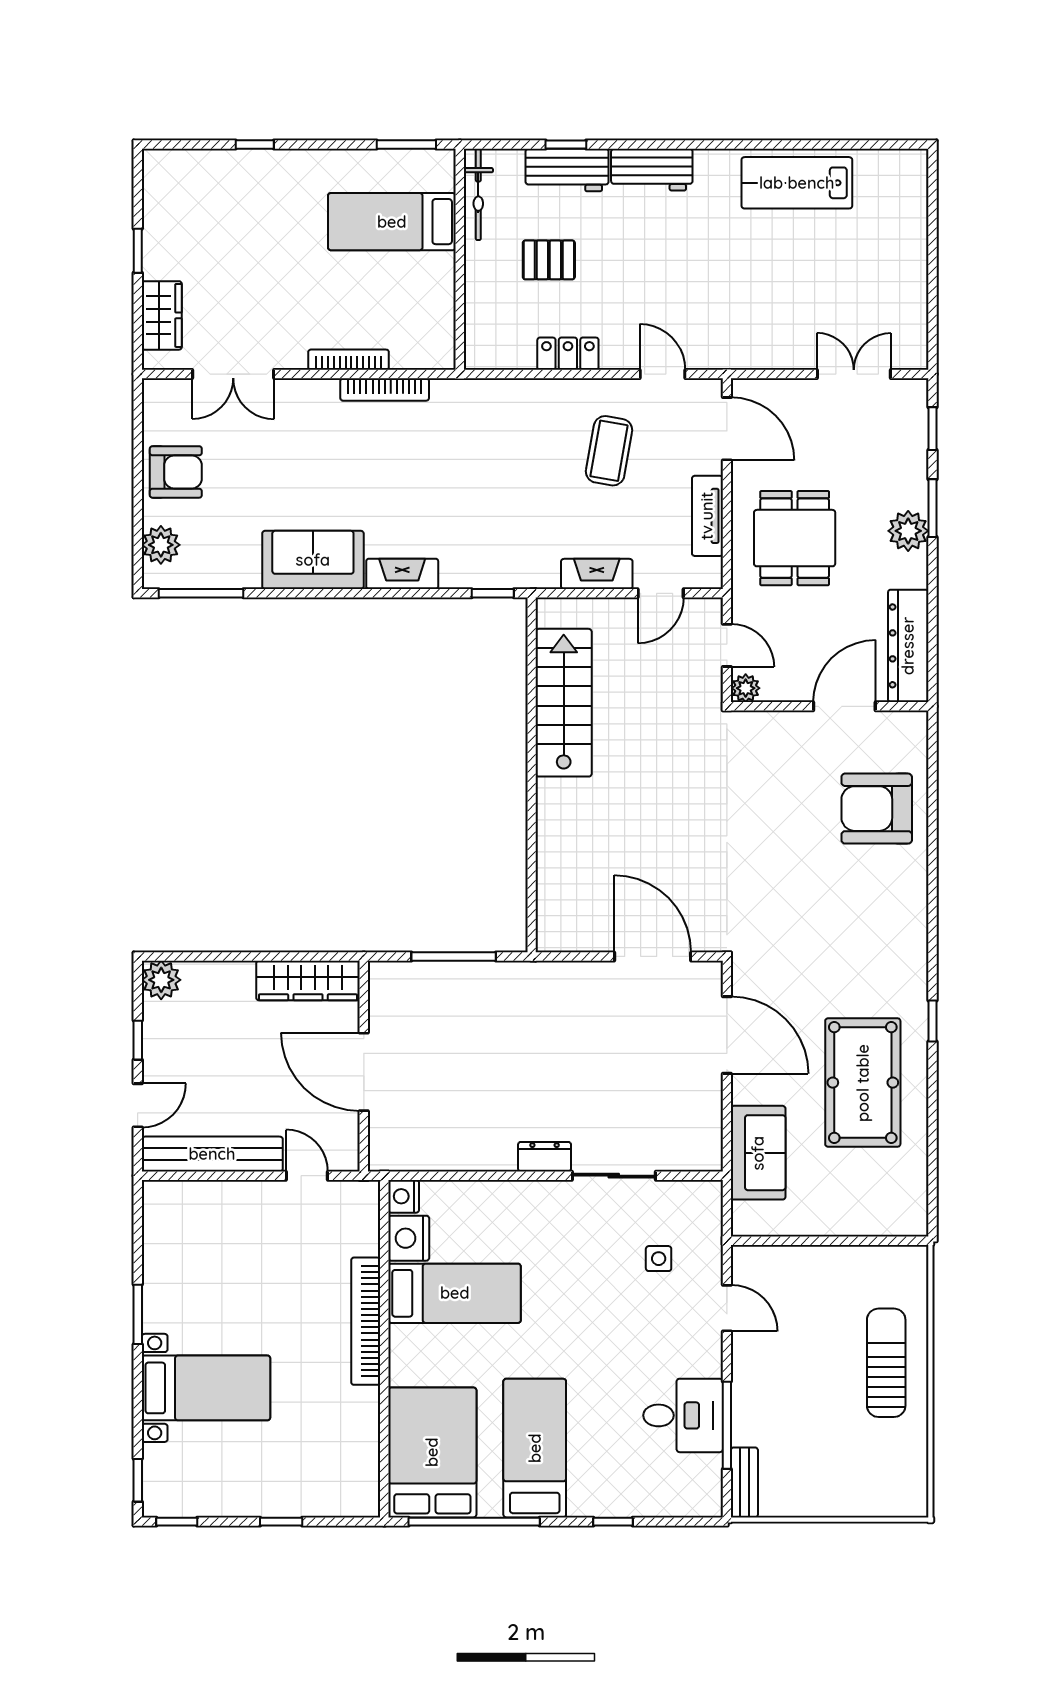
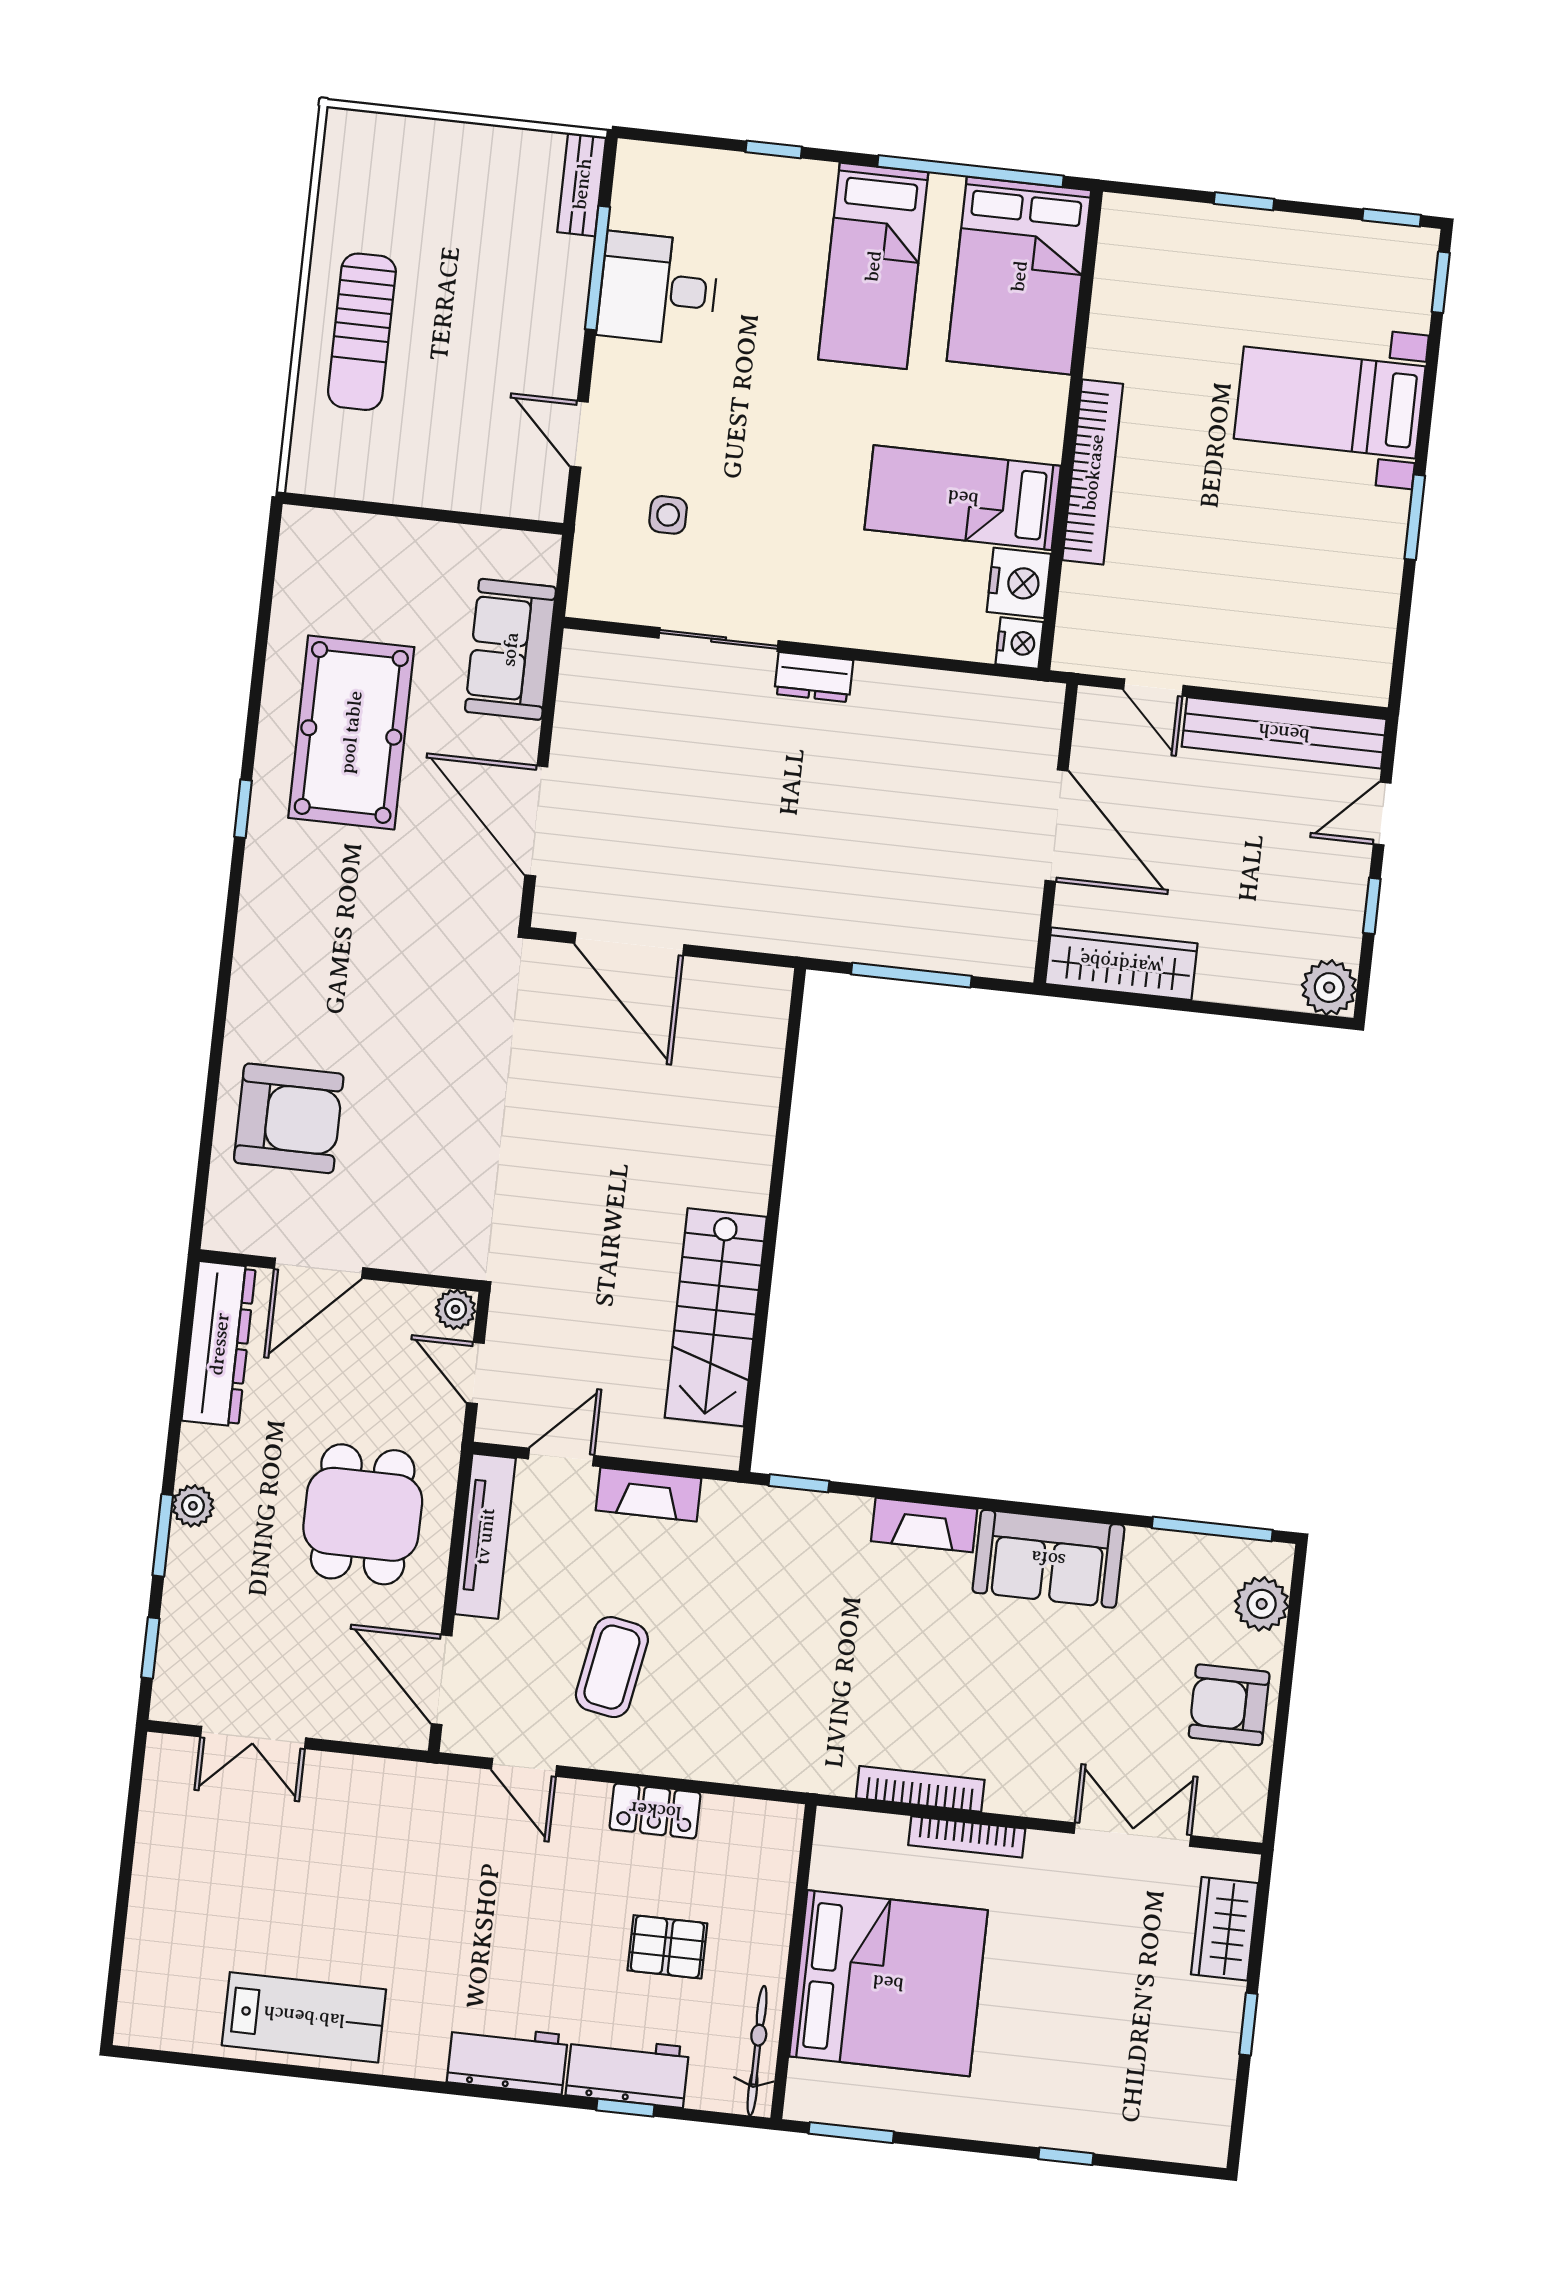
bed: (392, 222) -> (888, 1983), width x2.04
tv unit: (707, 516) -> (485, 1536), width x1.41
plant: (908, 531) -> (193, 1506), width x0.73, depth x0.73

